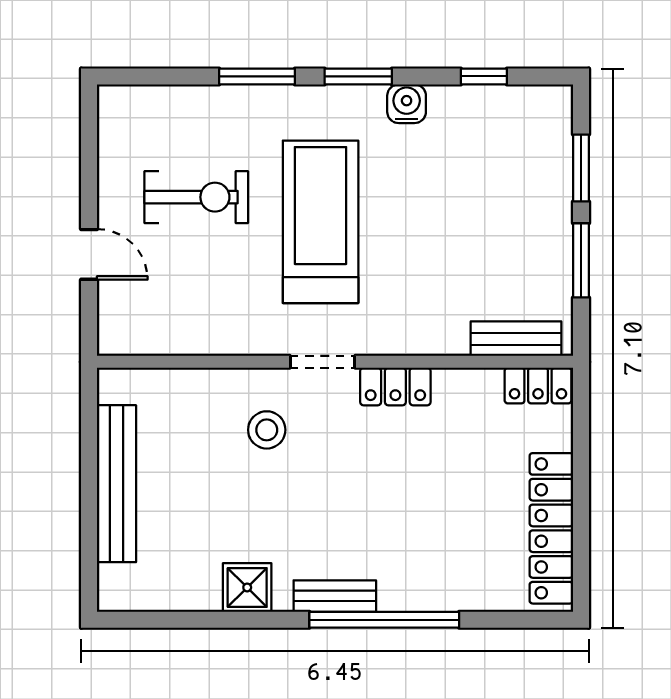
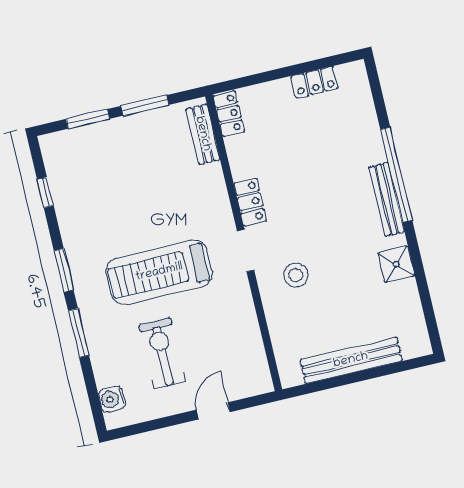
water cooler: (407, 104) -> (112, 399), moved
locker: (551, 528) -> (315, 82), width x0.46, depth x0.83
bench: (335, 596) -> (387, 199), width x1.36

